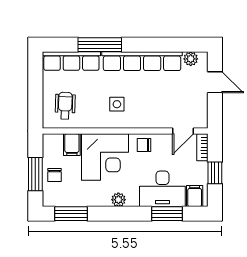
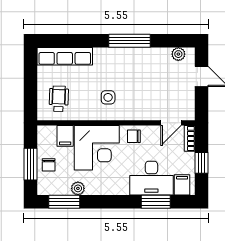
window: (100, 45) -> (129, 41), moved
row of seats: (142, 61) -> (132, 56), removed
plant: (118, 200) -> (78, 188), moved

